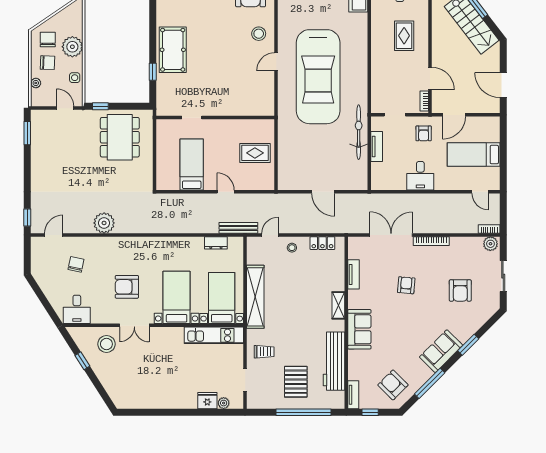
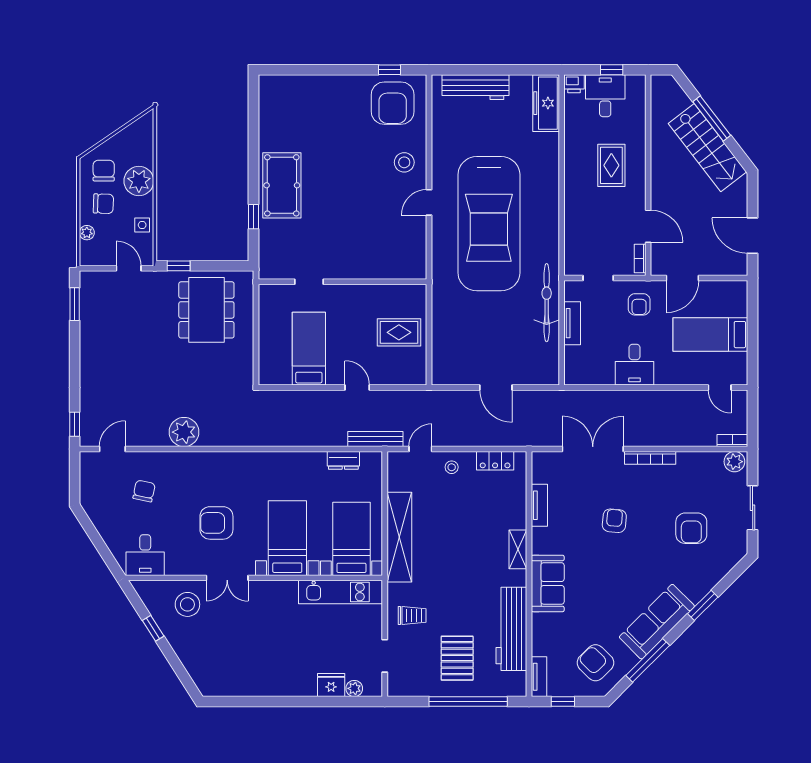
sofa: (441, 351) -> (657, 622), width x1.36

